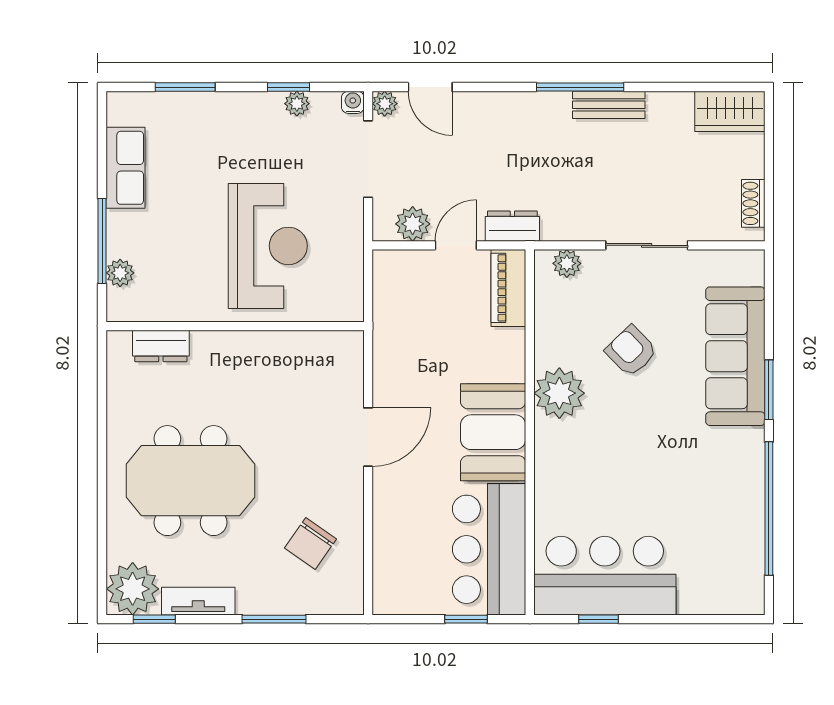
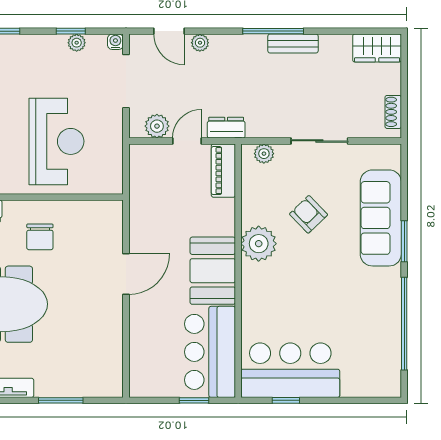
plant: (385, 104) -> (200, 43), moved
chair: (310, 543) -> (40, 237), moved, turned -35

